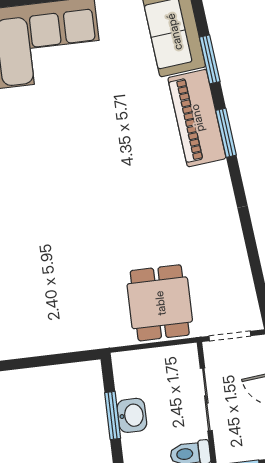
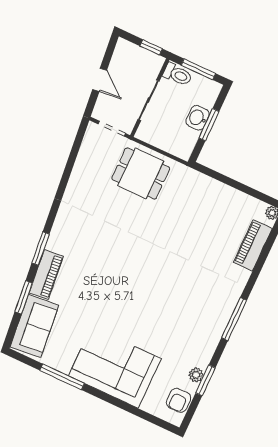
piano: (197, 118) -> (46, 275), width x0.73, depth x0.75
dining table: (160, 303) -> (141, 173), turned 90

